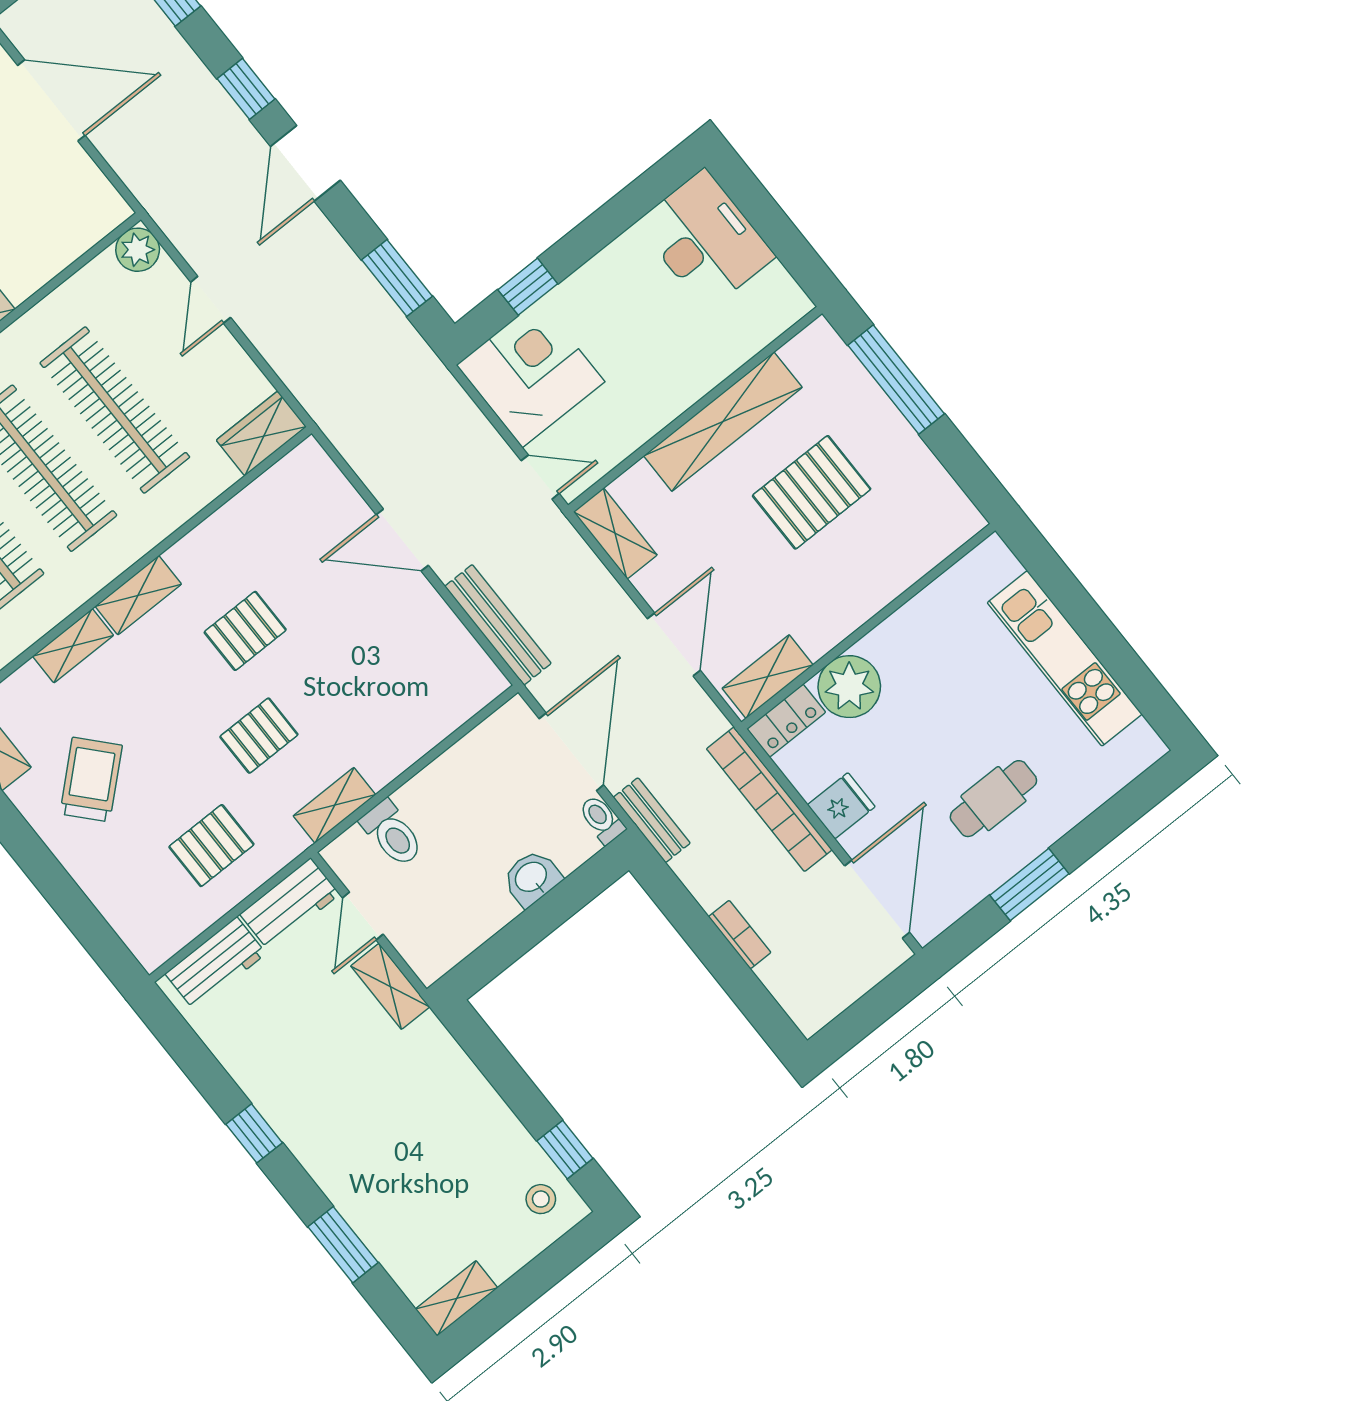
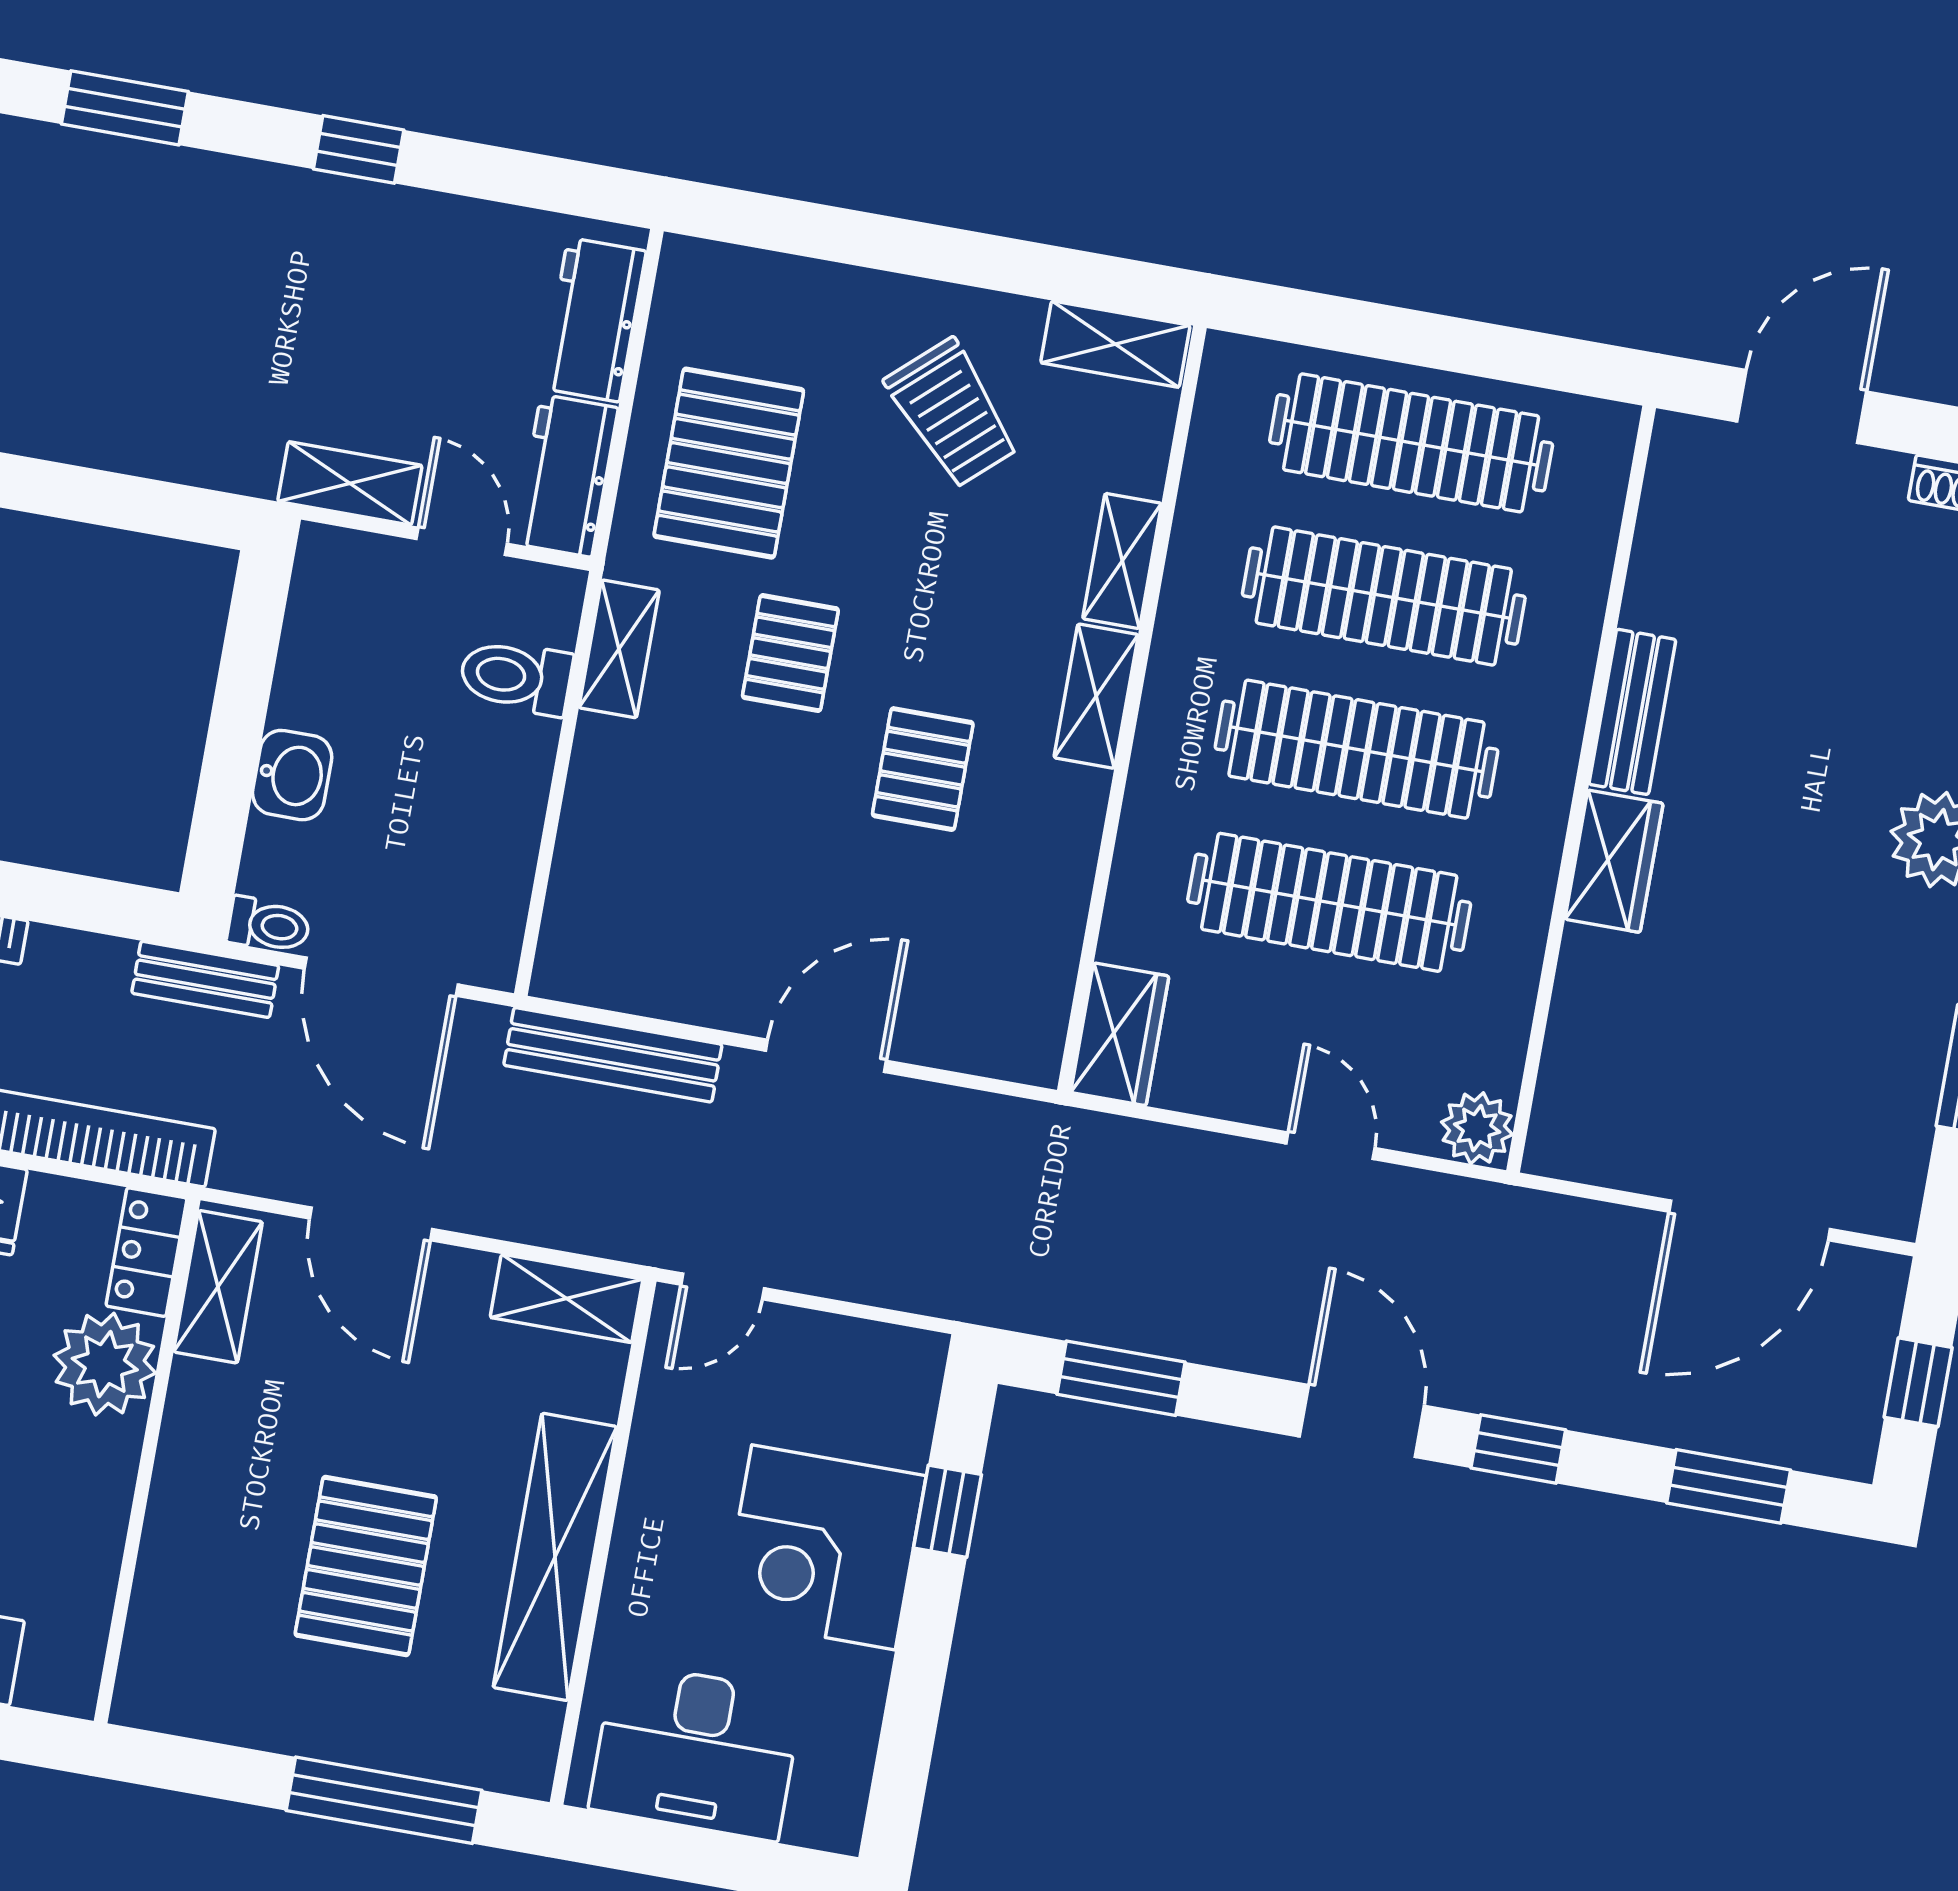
desk: (705, 240) -> (696, 1751), moved
corner desk: (531, 373) -> (823, 1547), moved, turned 90
pallet: (211, 846) -> (729, 463), width x1.50, depth x1.42

